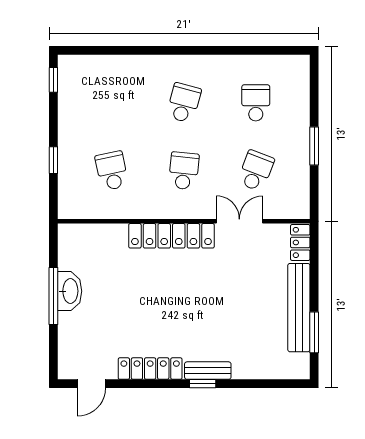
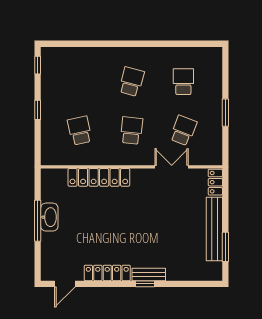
window: (53, 160) -> (38, 110), moved
locker: (171, 236) -> (99, 177), moved

